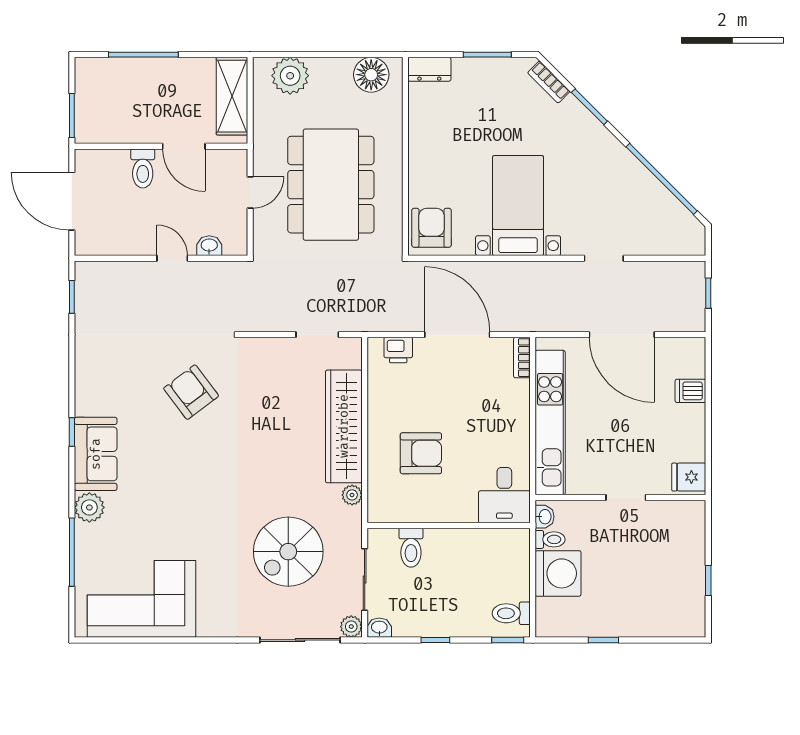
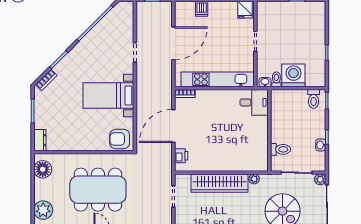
armchair: (421, 453) -> (233, 144), removed
washbasin: (379, 628) -> (321, 145), moved

